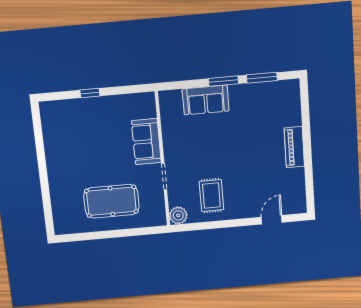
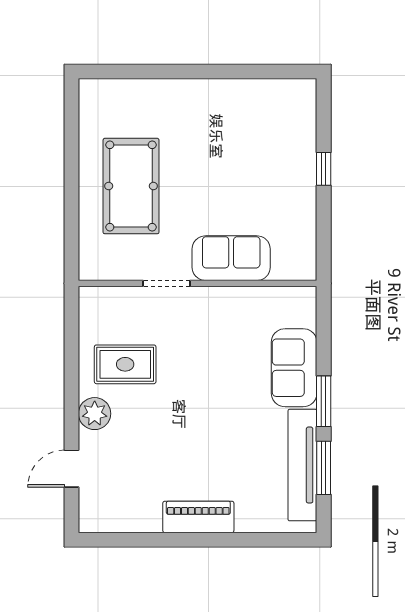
tv unit: (261, 90) -> (302, 465), added
plant: (178, 215) -> (95, 414), moved
door: (272, 220) -> (72, 469), swing flipped

